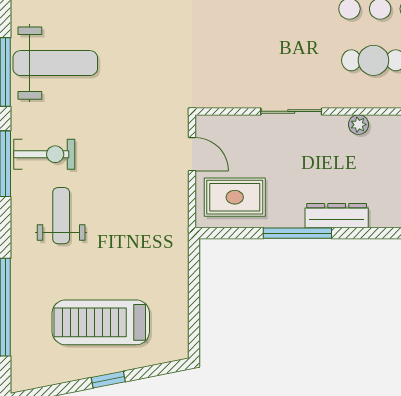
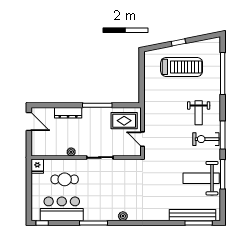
dresser: (337, 216) -> (68, 113), moved

